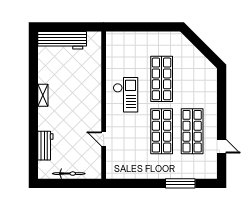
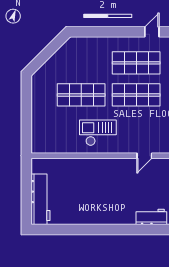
shelving: (43, 95) -> (98, 219), removed

